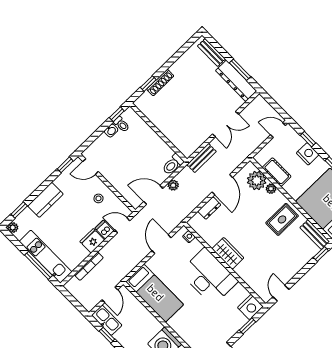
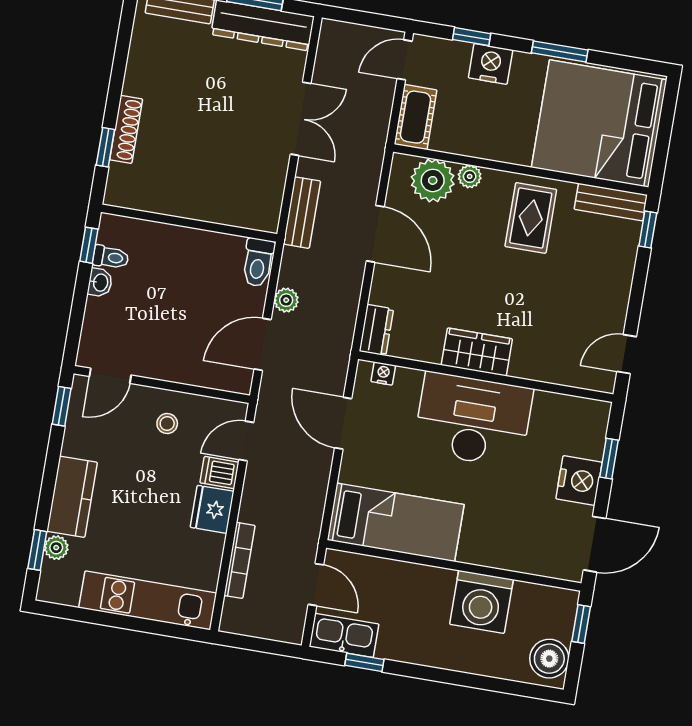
cot: (277, 172) -> (416, 117), moved, turned 90
dresser: (209, 208) -> (376, 330), moved
plant: (13, 227) -> (56, 548), moved
window: (38, 265) -> (146, 626), removed
door: (281, 293) -> (627, 354), hinge flipped
nightstand: (250, 307) -> (579, 481), moved

